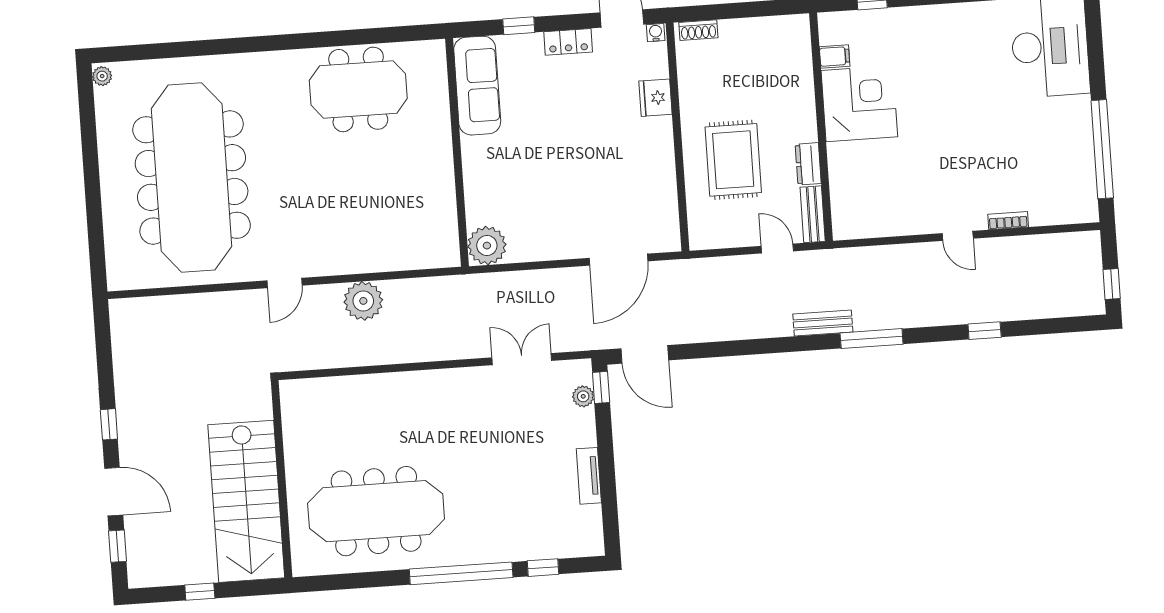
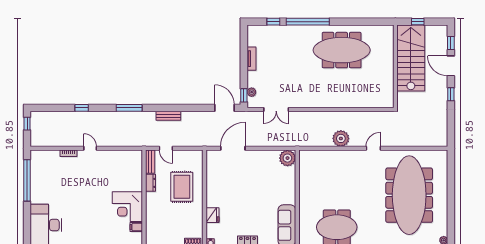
bench: (823, 323) -> (168, 116), moved
wall: (282, 479) -> (395, 66), moved
stairs: (246, 501) -> (411, 58), moved

